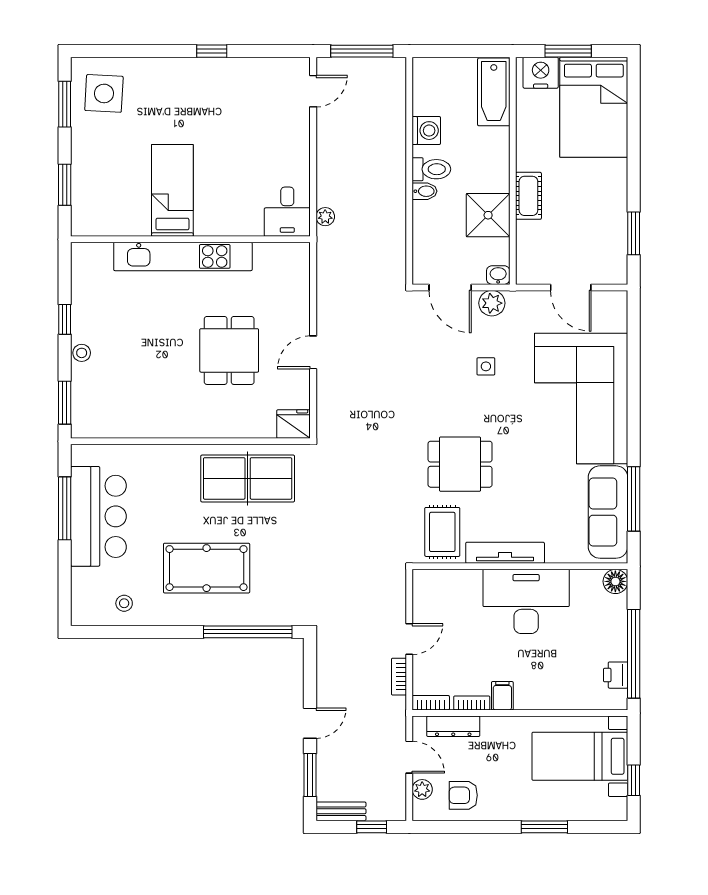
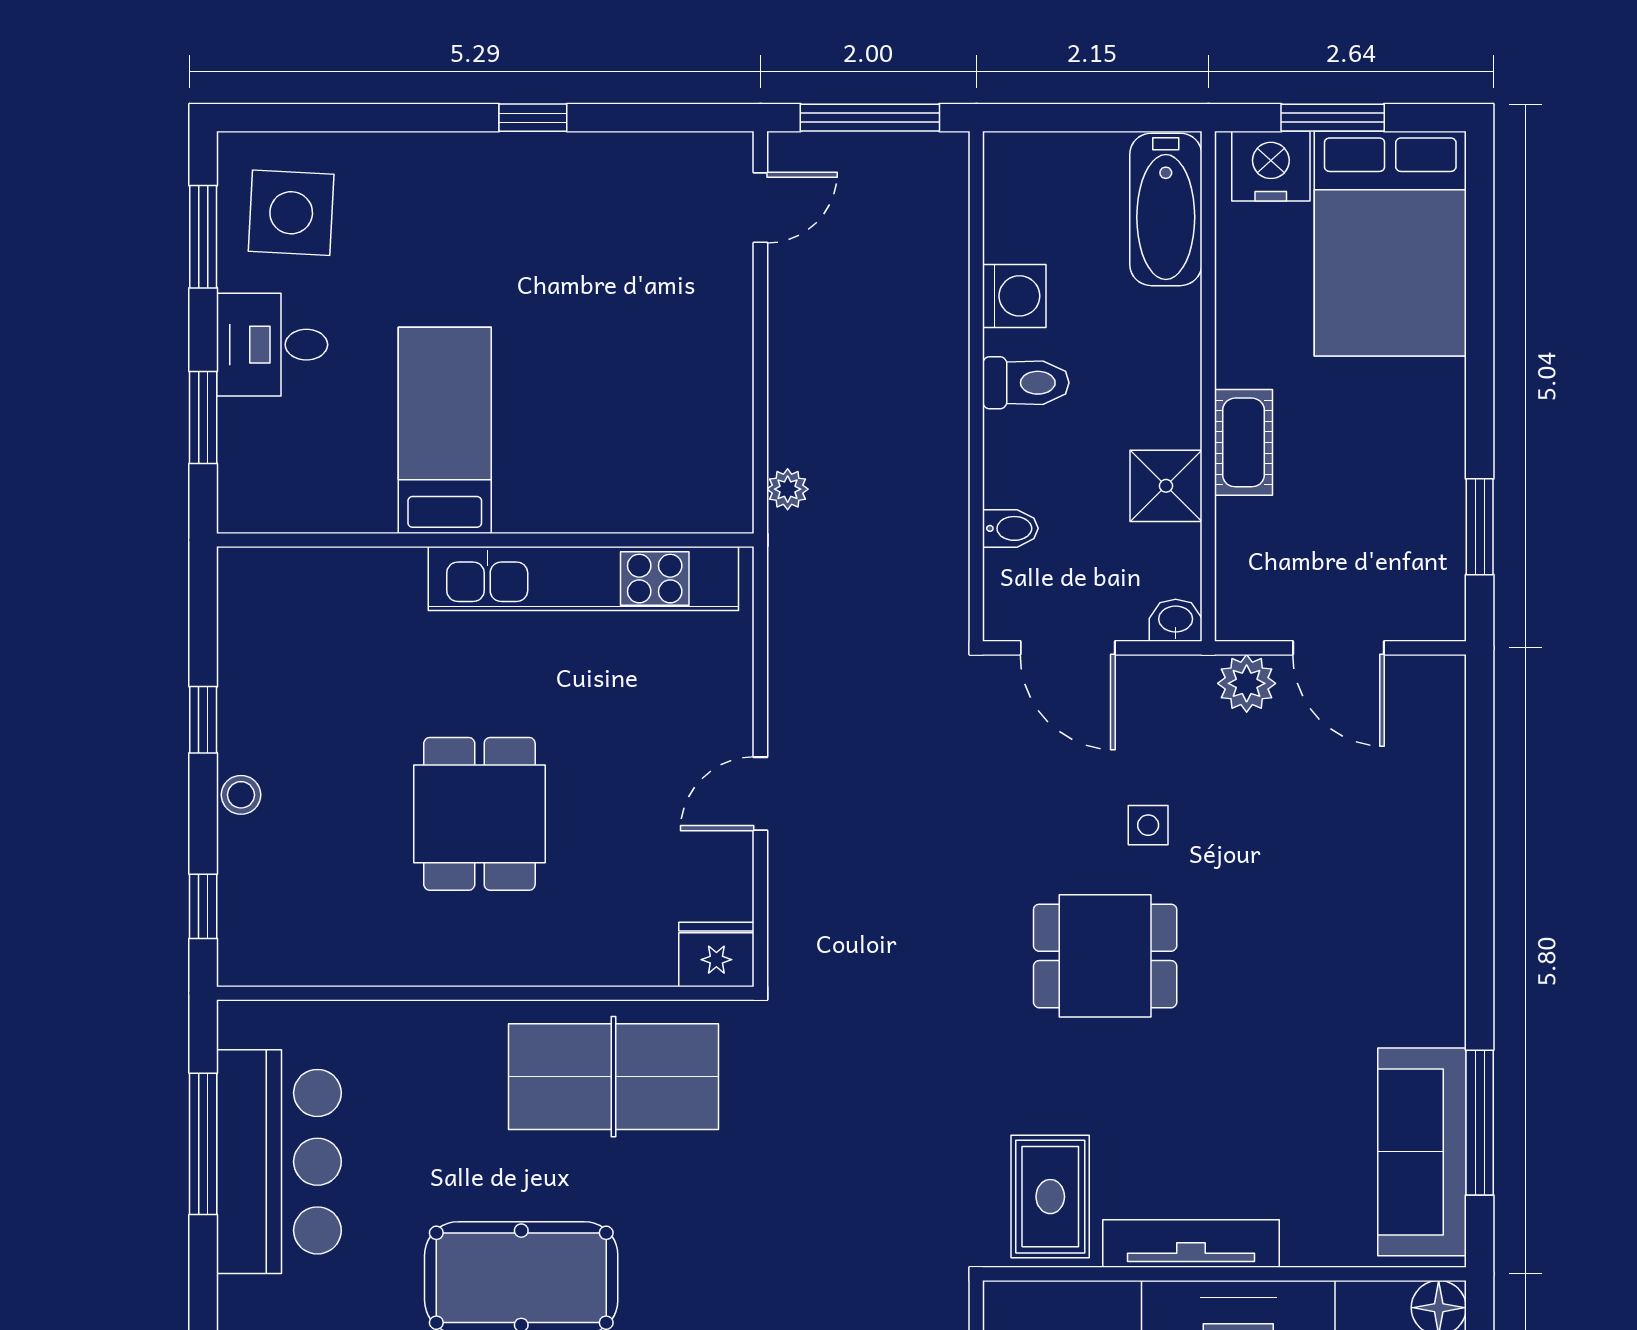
bidet: (425, 191) -> (1010, 528), moved
desk: (287, 212) -> (272, 345), moved, turned 90
shower: (488, 215) -> (1166, 486), width x0.73, depth x0.73
kitchen unit: (183, 256) -> (583, 579), moved
plant: (492, 303) -> (1247, 683), moved
dining table: (229, 350) -> (479, 814), moved
corner sofa: (581, 398) -> (1362, 897), removed
window: (65, 403) -> (203, 906), width x0.67
dining table: (460, 464) -> (1105, 956), moved

